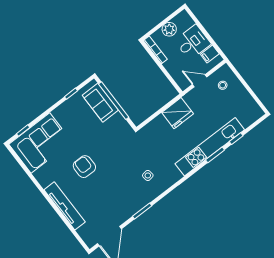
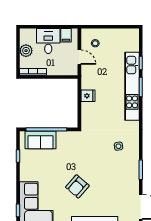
door: (200, 81) -> (79, 57), swing flipped
fridge: (178, 113) -> (88, 96), width x0.53, depth x0.75
armchair: (84, 167) -> (77, 186), turned -49

